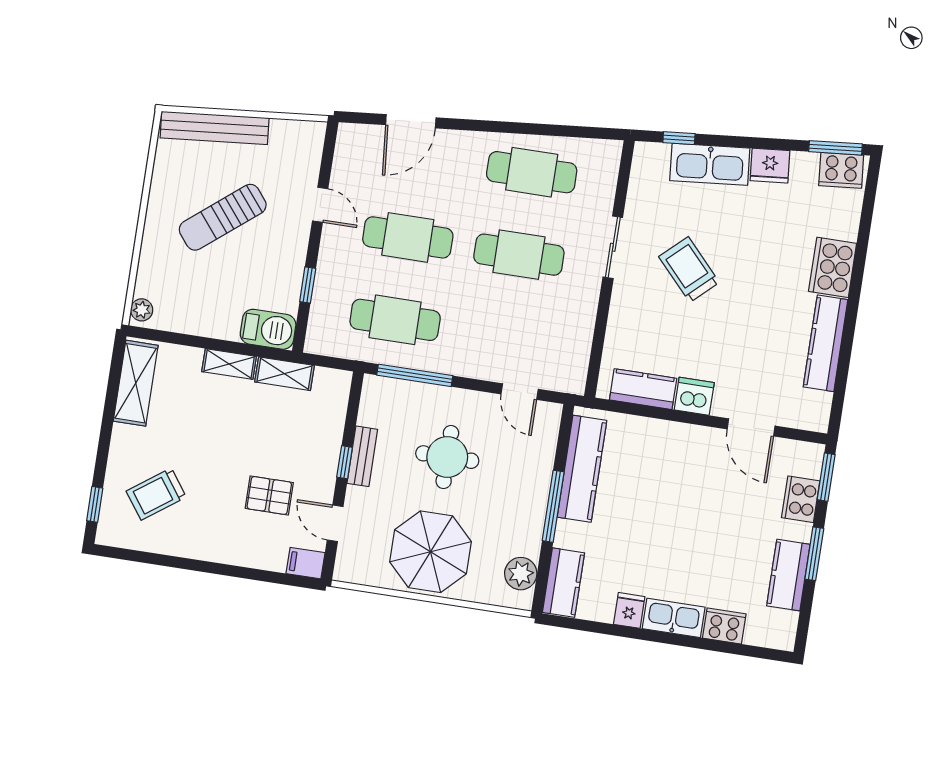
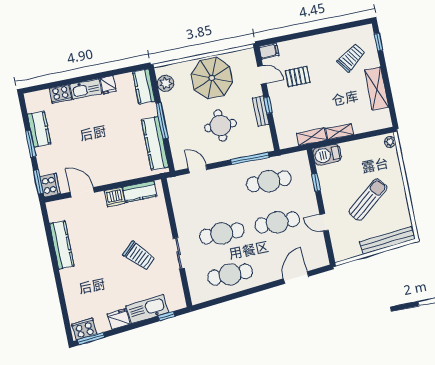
cooker: (833, 267) -> (72, 282), removed
shelving: (136, 383) -> (377, 88), moved
cooker: (801, 499) -> (50, 185), moved

